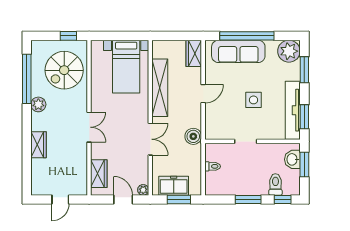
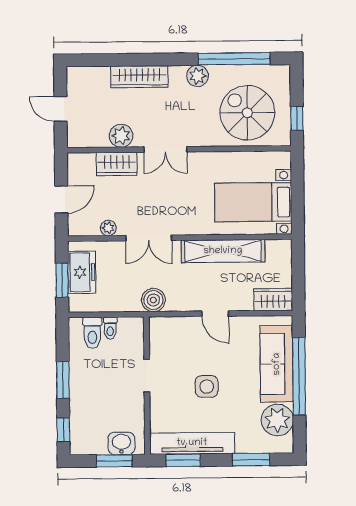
plant: (289, 51) -> (277, 420), moved
wardrobe: (39, 145) -> (139, 77), width x1.50
plant: (79, 158) -> (121, 136), added
wardrobe: (99, 174) -> (117, 164), moved
toilet: (275, 184) -> (92, 333), moved, turned 90
plant: (143, 190) -> (108, 228), moved

